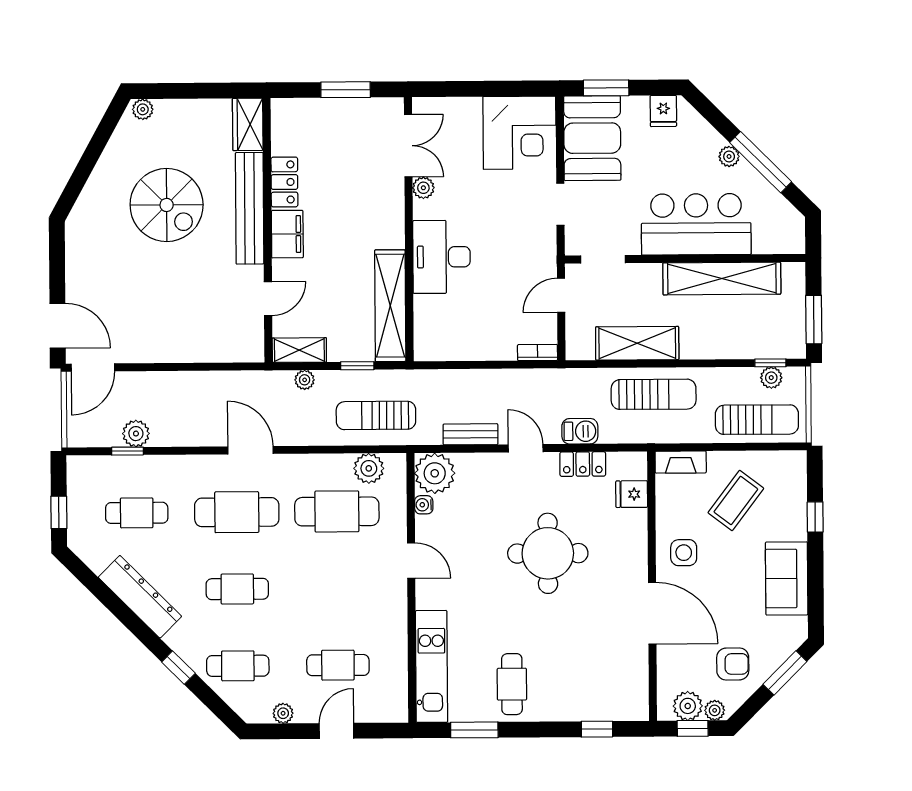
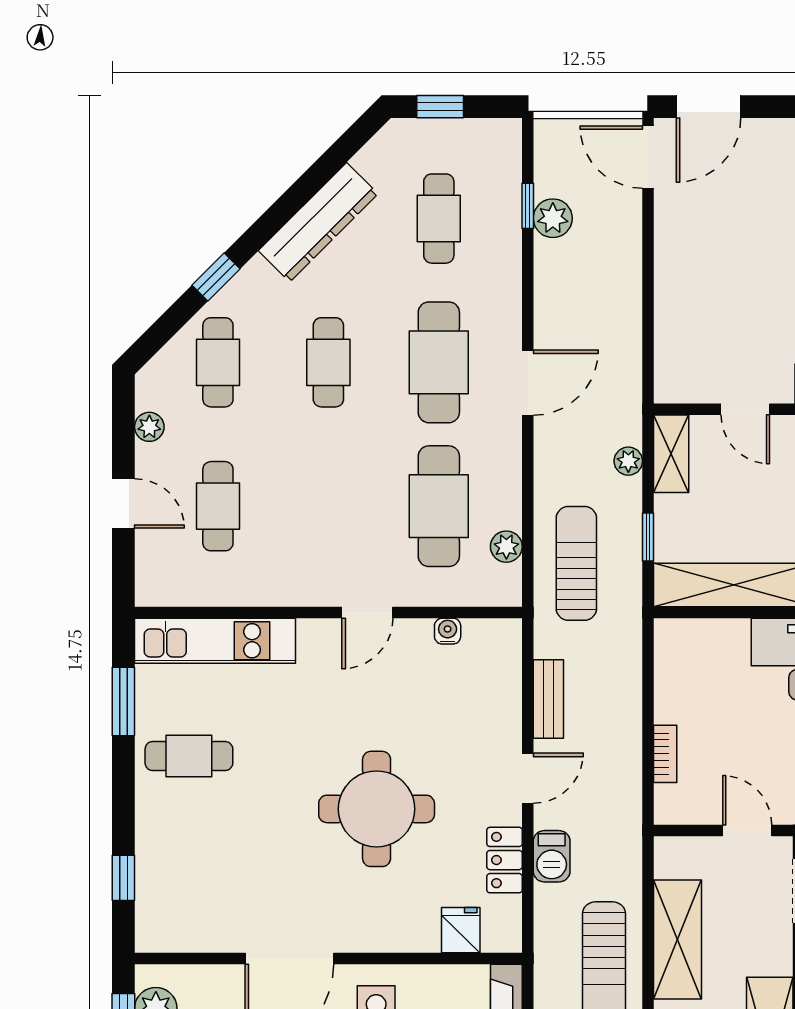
bookcase: (538, 353) -> (665, 754), moved
plant: (369, 468) -> (506, 547), width x0.73, depth x0.73
plant: (435, 473) -> (493, 647), removed

